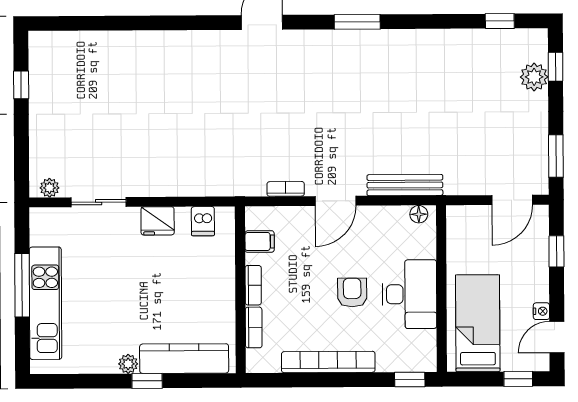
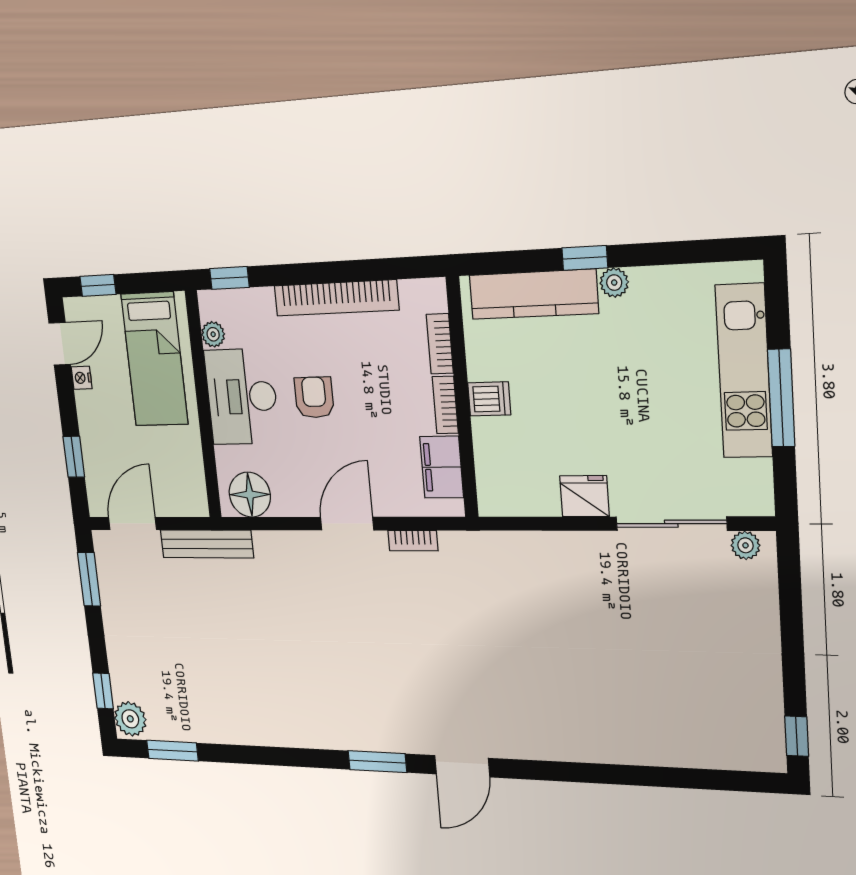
window: (500, 21) -> (172, 751), width x1.50
window: (357, 22) -> (377, 762), moved
plant: (534, 77) -> (130, 719), moved
window: (21, 85) -> (797, 736), moved
bench: (405, 185) -> (207, 544), moved
sliding door: (99, 202) -> (671, 524), width x1.37
floor lamp: (419, 214) -> (250, 495), width x1.89, depth x1.89
dishwasher: (203, 221) -> (489, 399), moved, turned 90
filing cabinet: (260, 242) -> (442, 467), width x2.00
armchair: (352, 292) -> (314, 397), turned 180
plant: (427, 340) -> (213, 334), added

